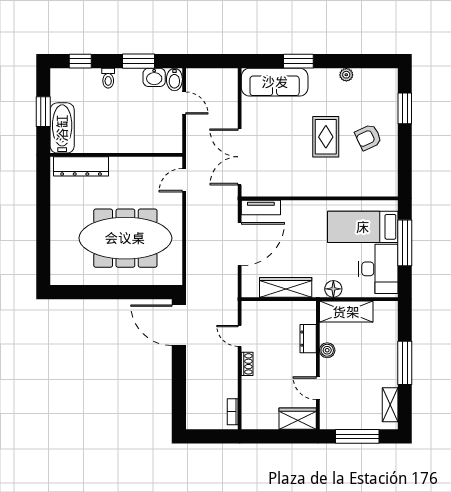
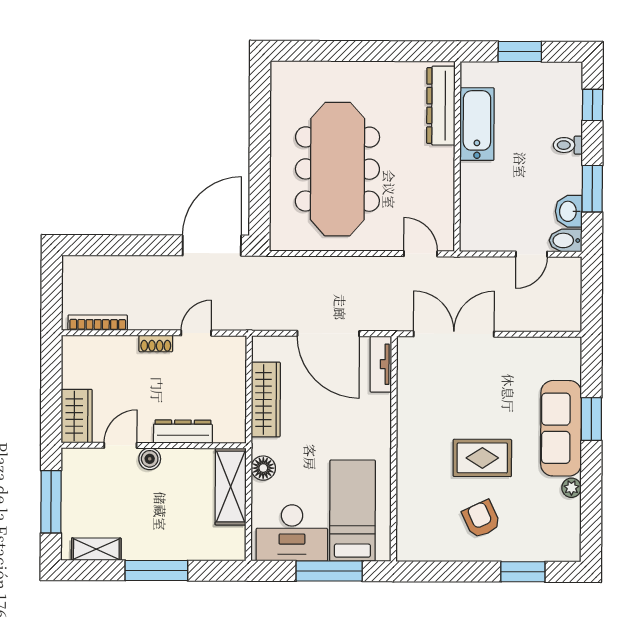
sofa: (275, 82) -> (561, 428), moved
bathtub: (62, 128) -> (477, 124), moved, turned -90
dresser: (308, 339) -> (183, 432), width x1.44
boiler: (327, 350) -> (150, 459), moved
bookcase: (233, 412) -> (98, 323), width x1.56

